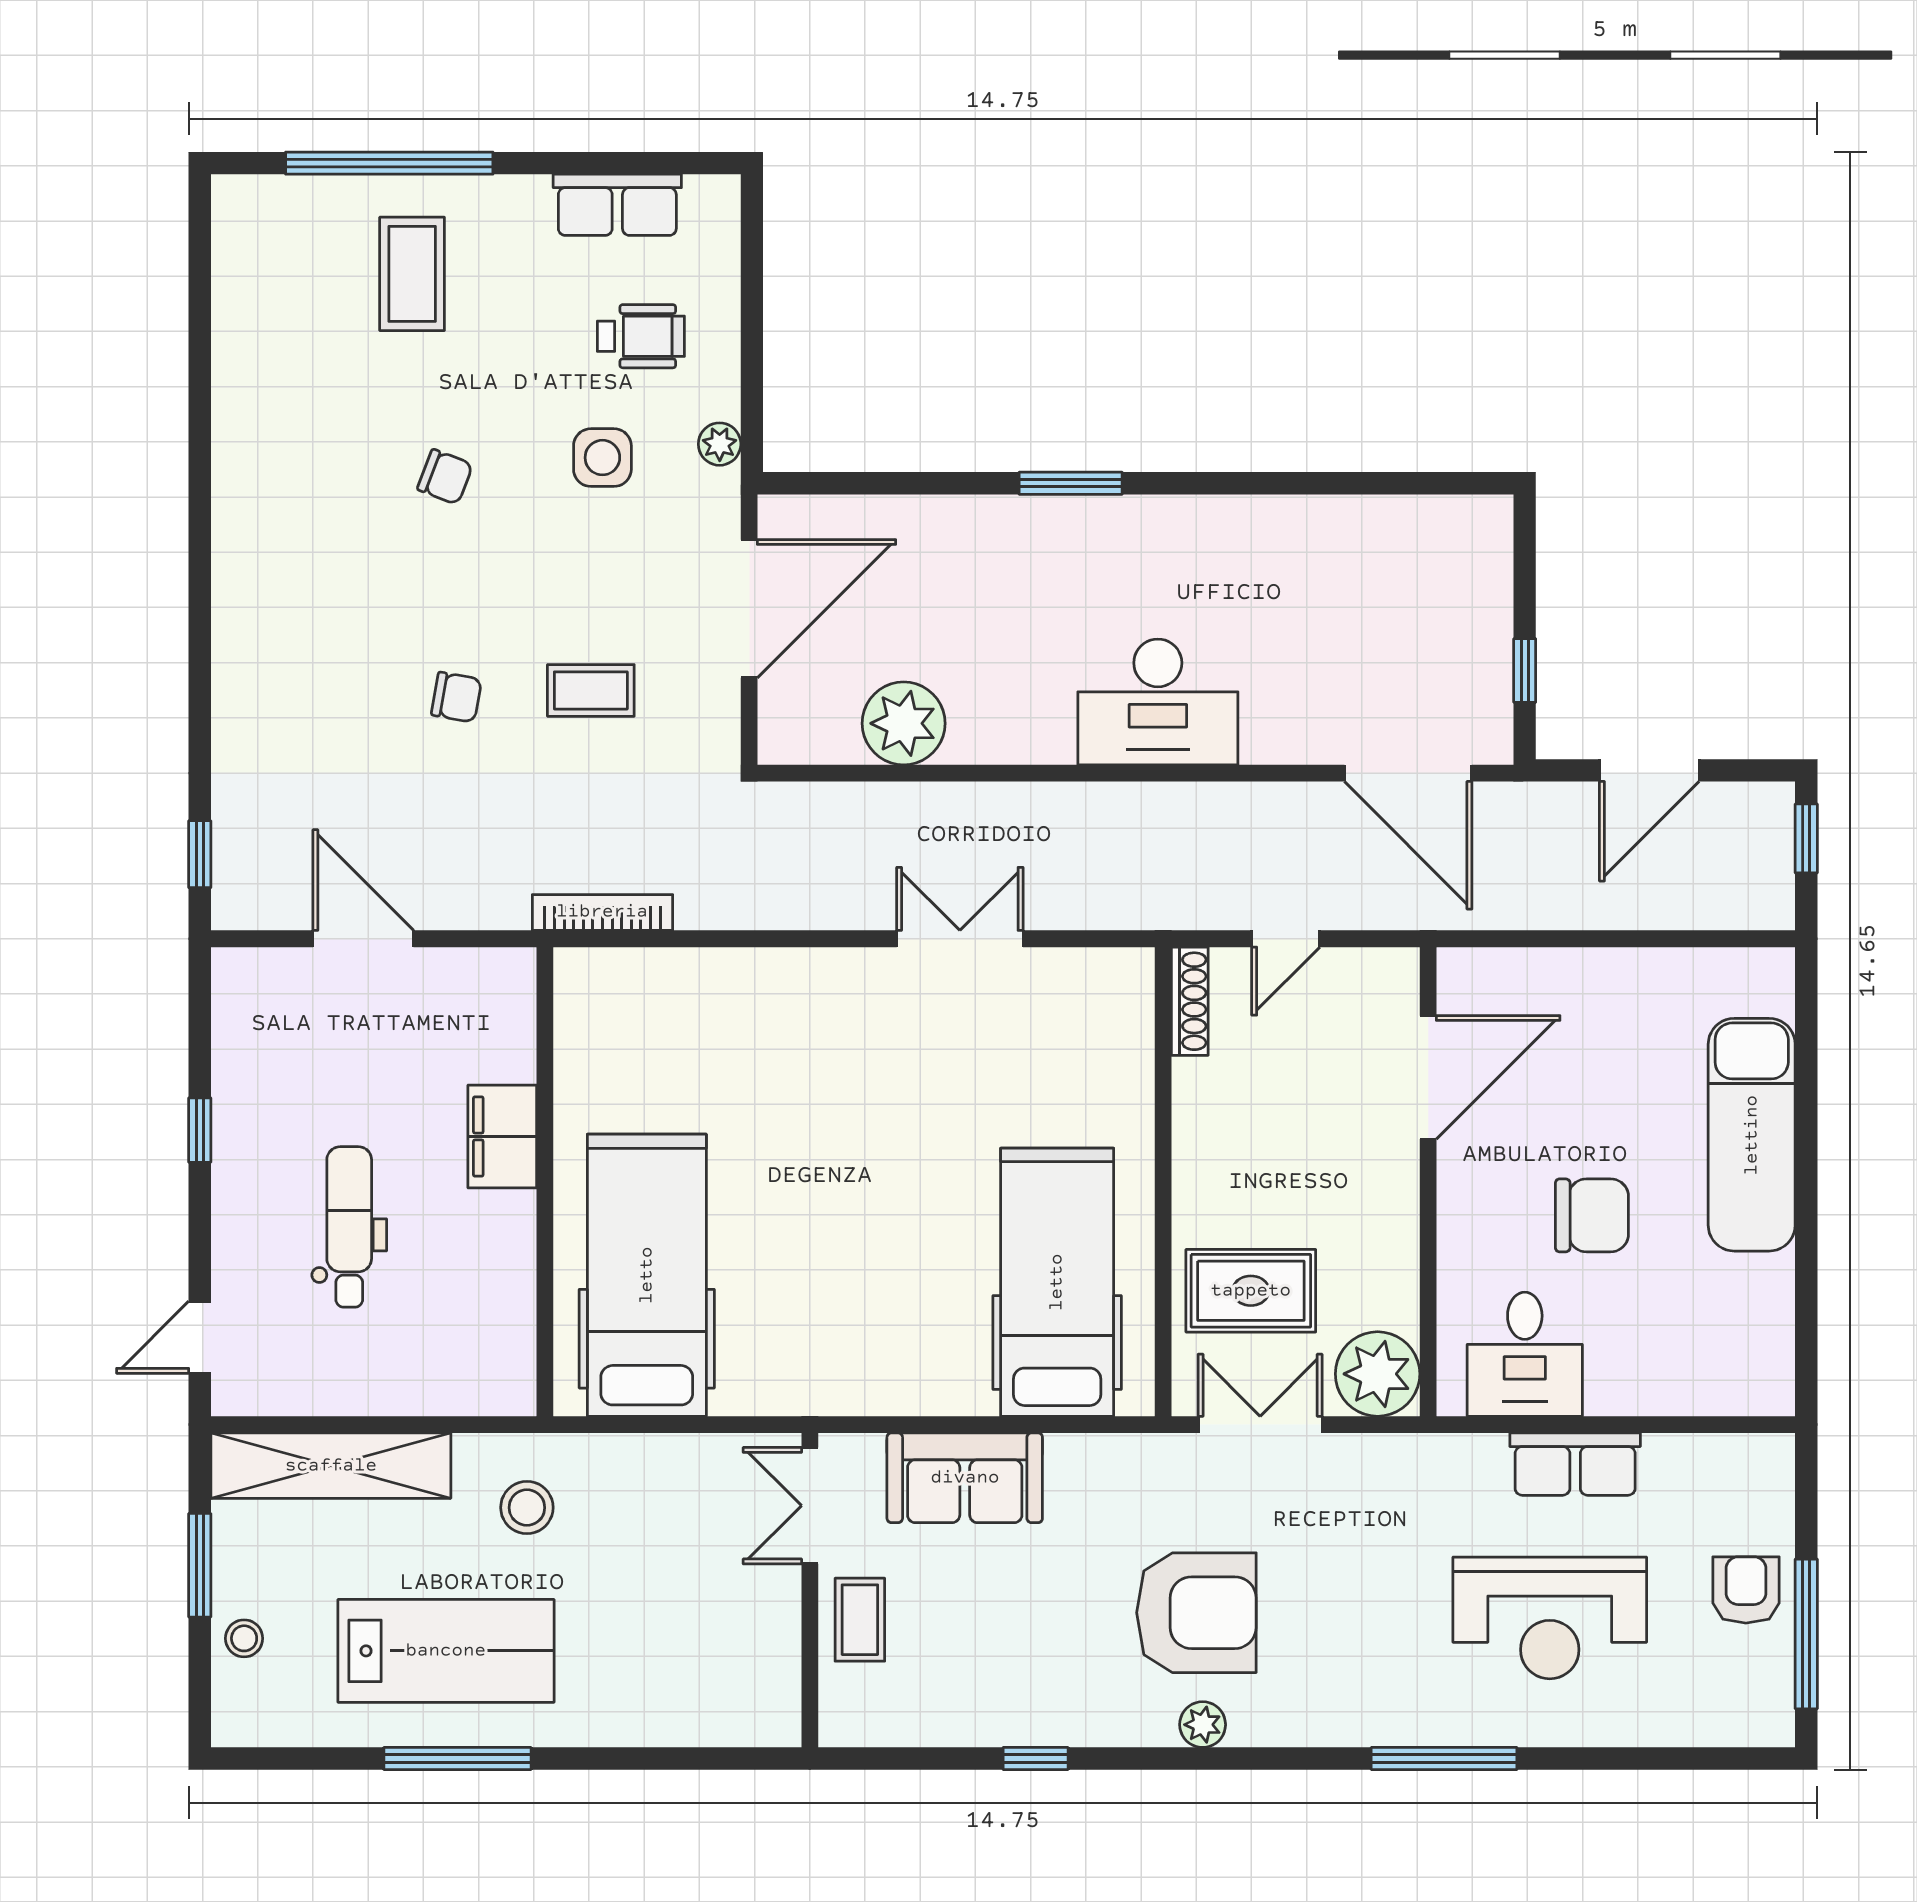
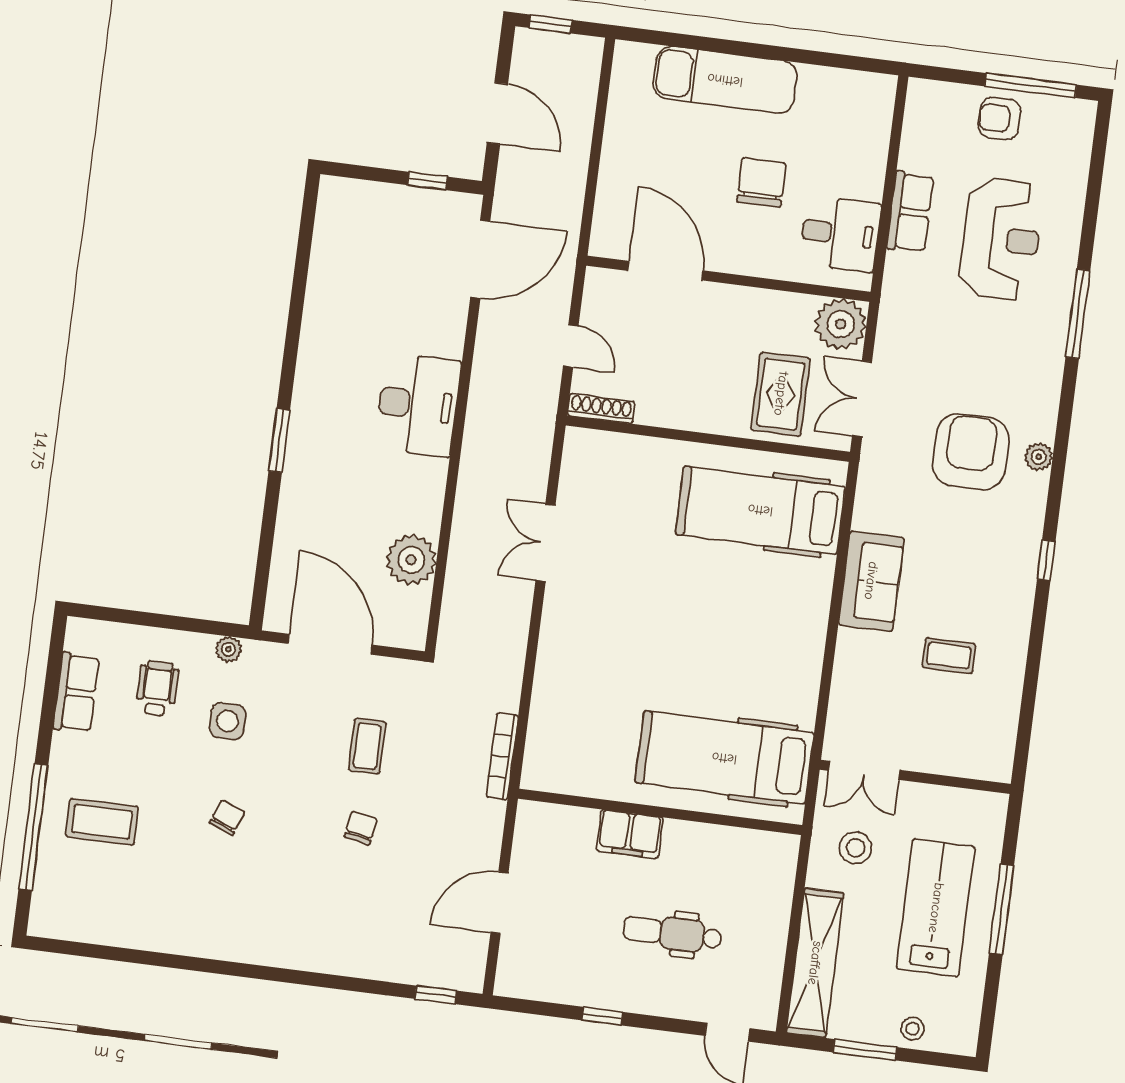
double door: (810, 1506) -> (864, 770), moved
wall: (810, 1590) -> (915, 777), moved

